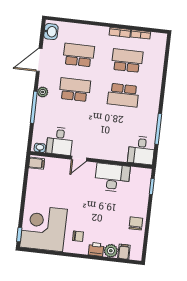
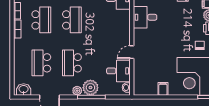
school desk: (127, 61) -> (41, 20), turned 180
plant: (44, 107) -> (90, 88), added
door: (79, 159) -> (132, 52), swing flipped
filing cabinet: (37, 163) -> (163, 89), moved
desk: (112, 178) -> (145, 17), width x0.73

